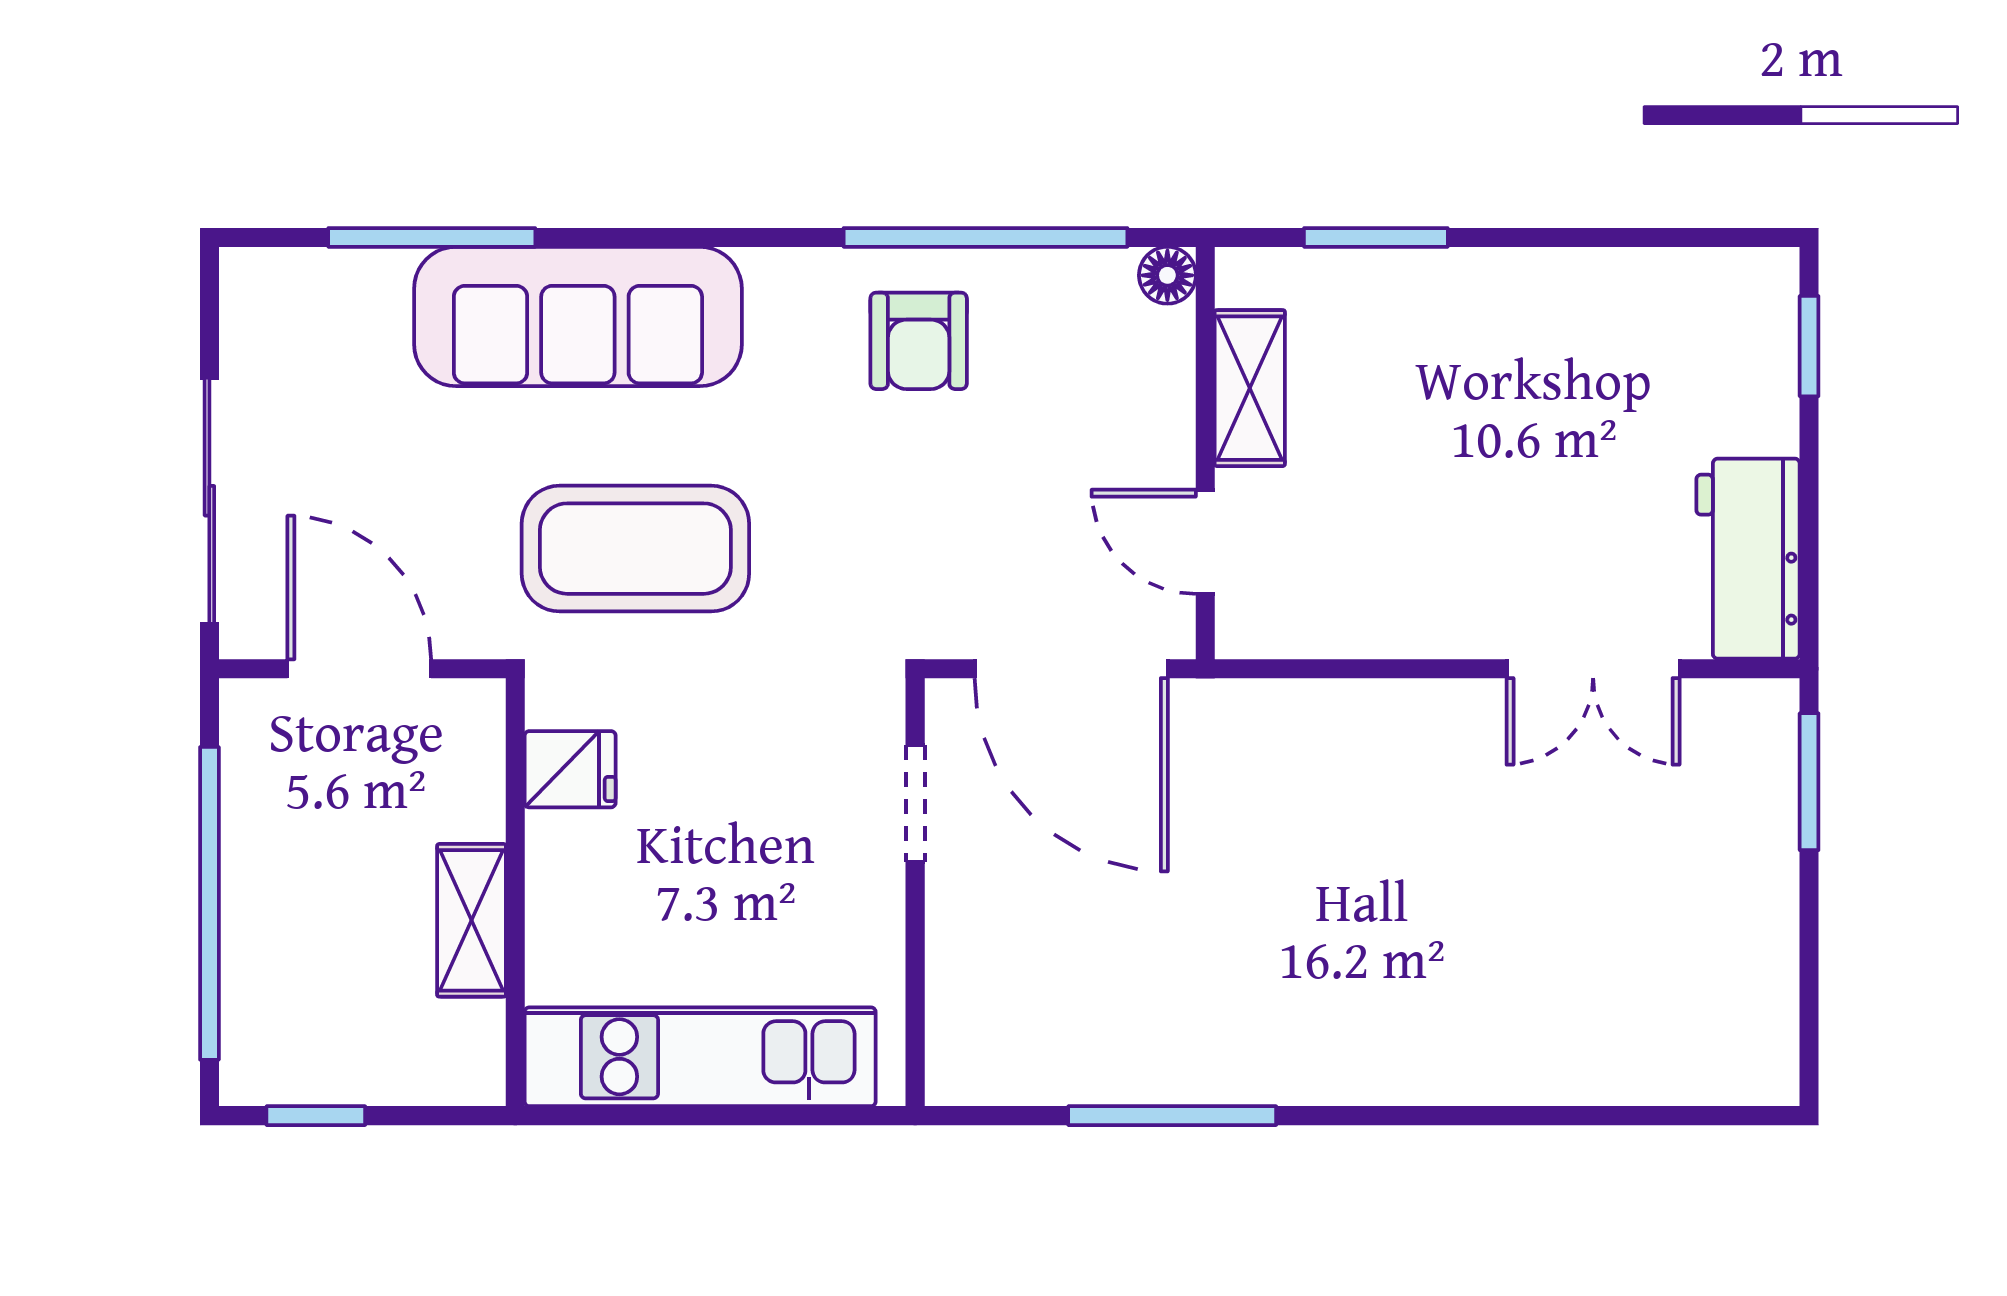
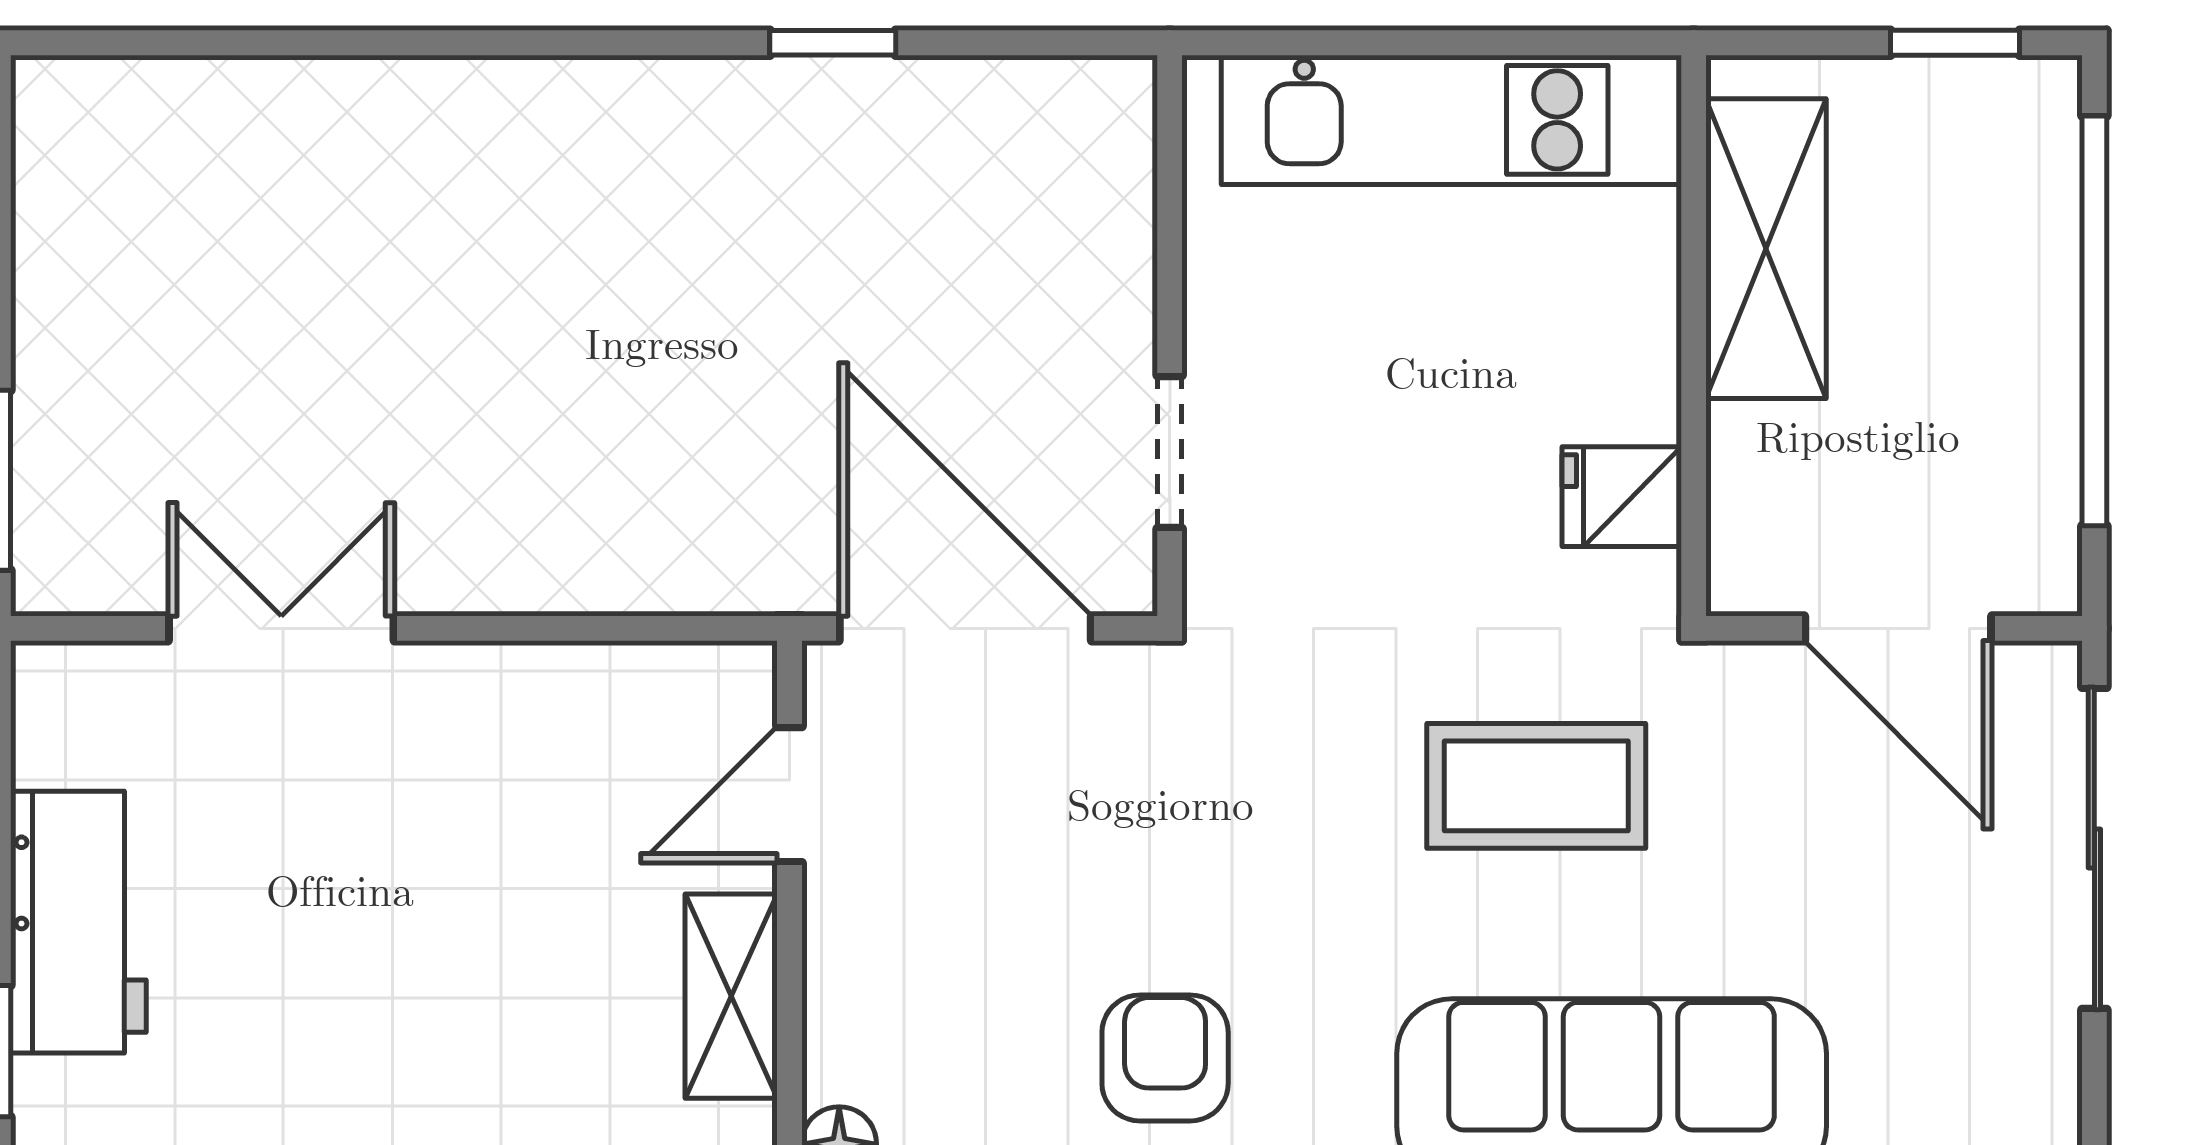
door: (1205, 542) -> (790, 795), swing flipped
coffee table: (635, 549) -> (1536, 786), width x0.73, depth x0.76
workbench: (1748, 559) -> (78, 922), moved
shelving: (471, 920) -> (1766, 249), width x1.50, depth x1.33
window: (1172, 1116) -> (833, 43), width x0.46

